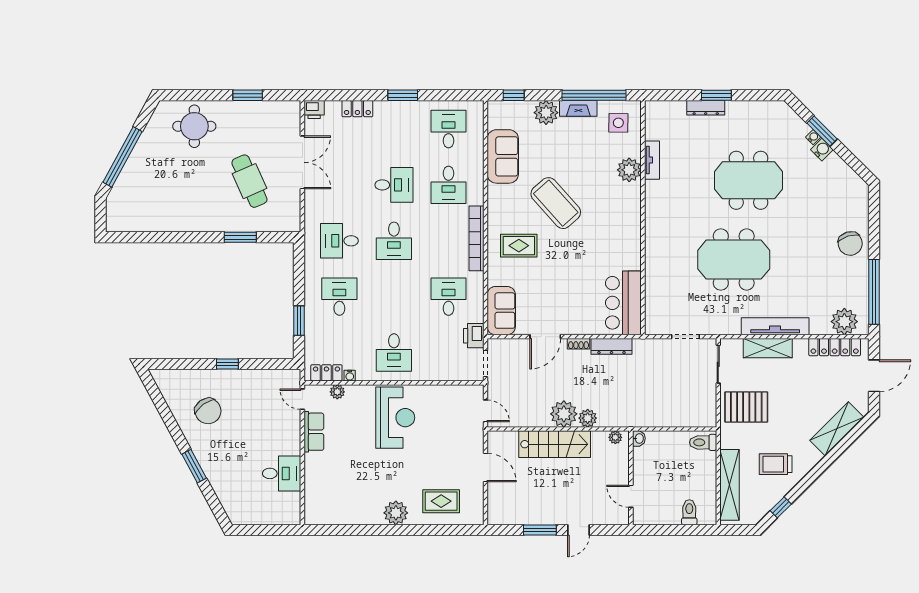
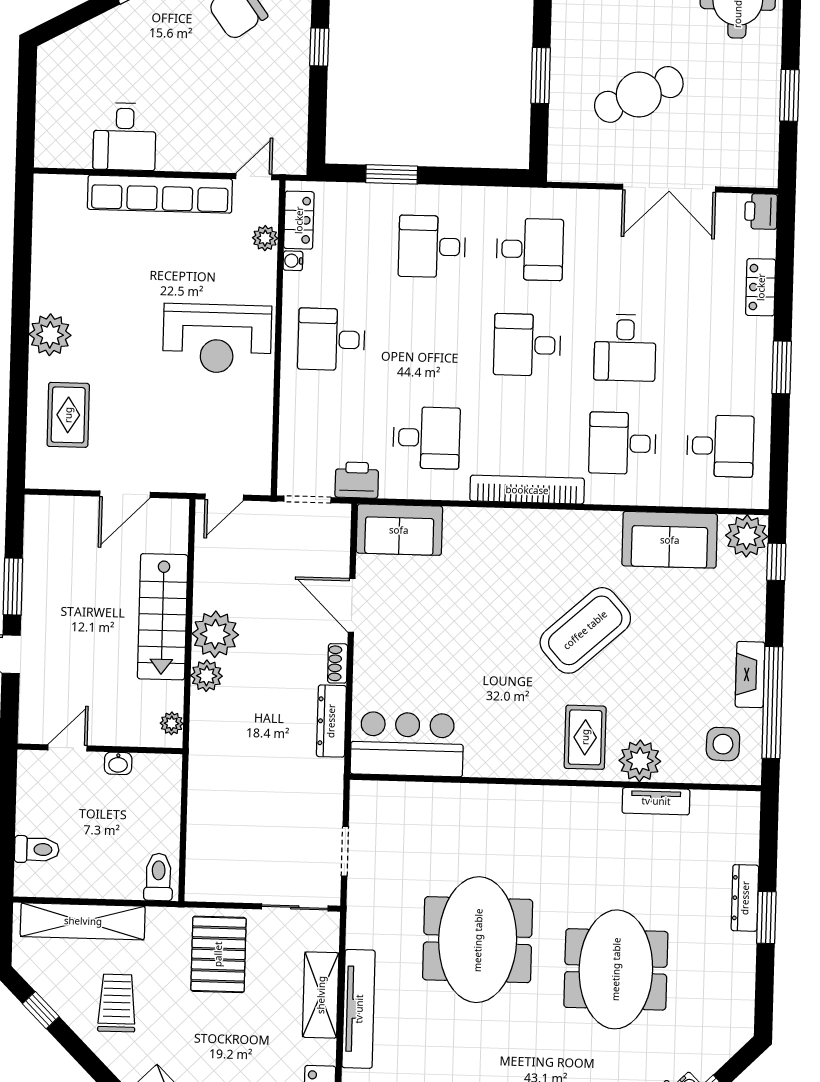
plant: (546, 113) -> (747, 536), moved
desk: (339, 241) -> (530, 249), turned 90
rug: (519, 246) -> (585, 737), moved
desk: (339, 297) -> (432, 247), turned 180
row of seats: (314, 432) -> (160, 194), width x2.02
washbasin: (639, 438) -> (118, 763), moved

